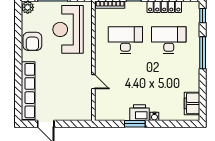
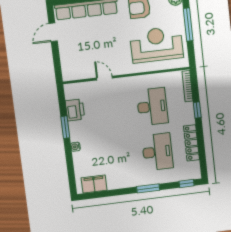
window: (203, 53) -> (148, 188), width x0.69
door: (93, 82) -> (104, 78), swing flipped
printer: (140, 113) -> (75, 110), moved

